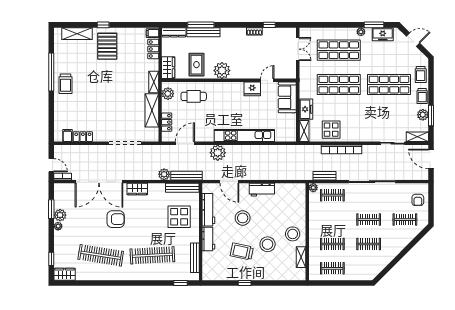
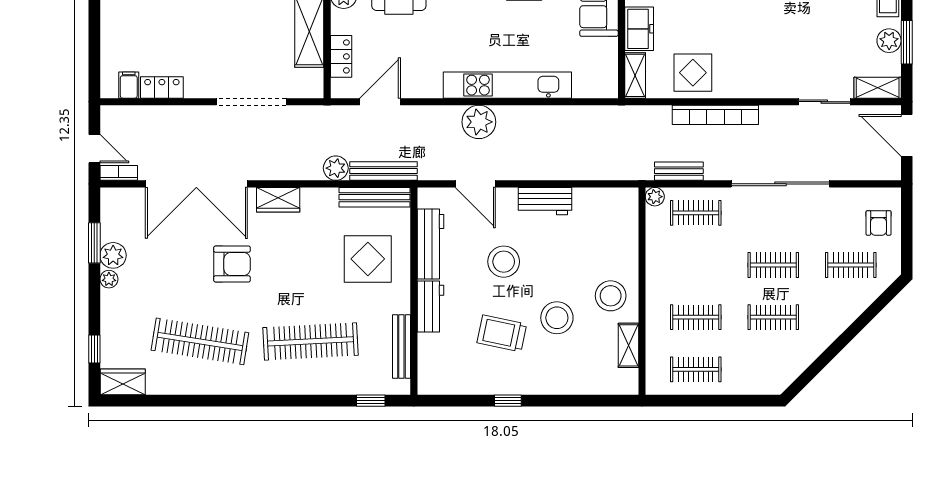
plant: (218, 153) -> (479, 122), moved

